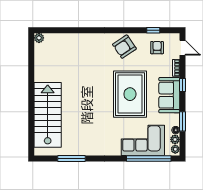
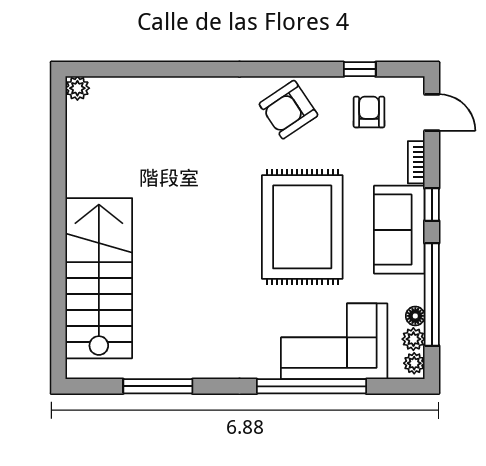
window: (182, 121) -> (432, 294), width x2.11
window: (149, 159) -> (311, 386), moved

